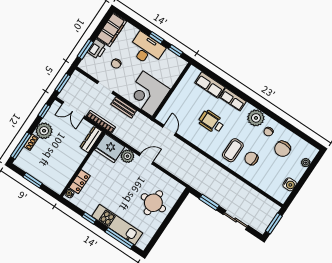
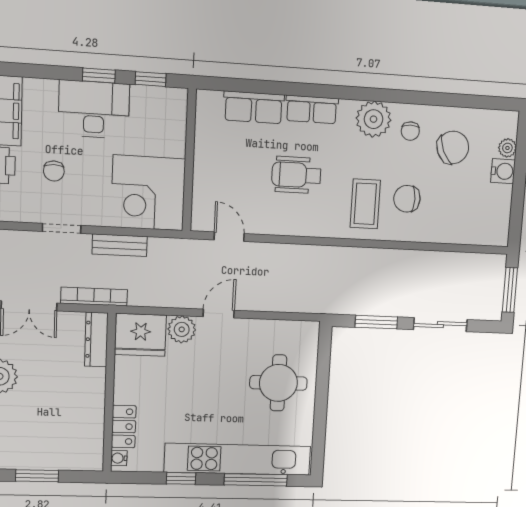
chair: (283, 149) -> (453, 147), turned -114
water cooler: (290, 184) -> (503, 171), moved
kitchen unit: (117, 225) -> (238, 459), width x1.36

